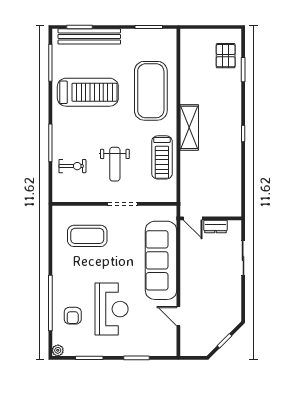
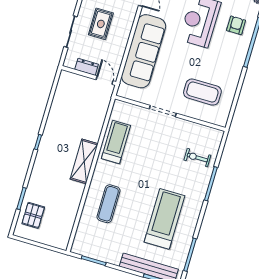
exercise mat: (151, 91) -> (108, 204), width x0.50, depth x0.69
treadmill: (88, 92) -> (165, 219), turned 90
weight bench: (115, 164) -> (159, 148), removed
rug: (214, 276) -> (101, 24), added

